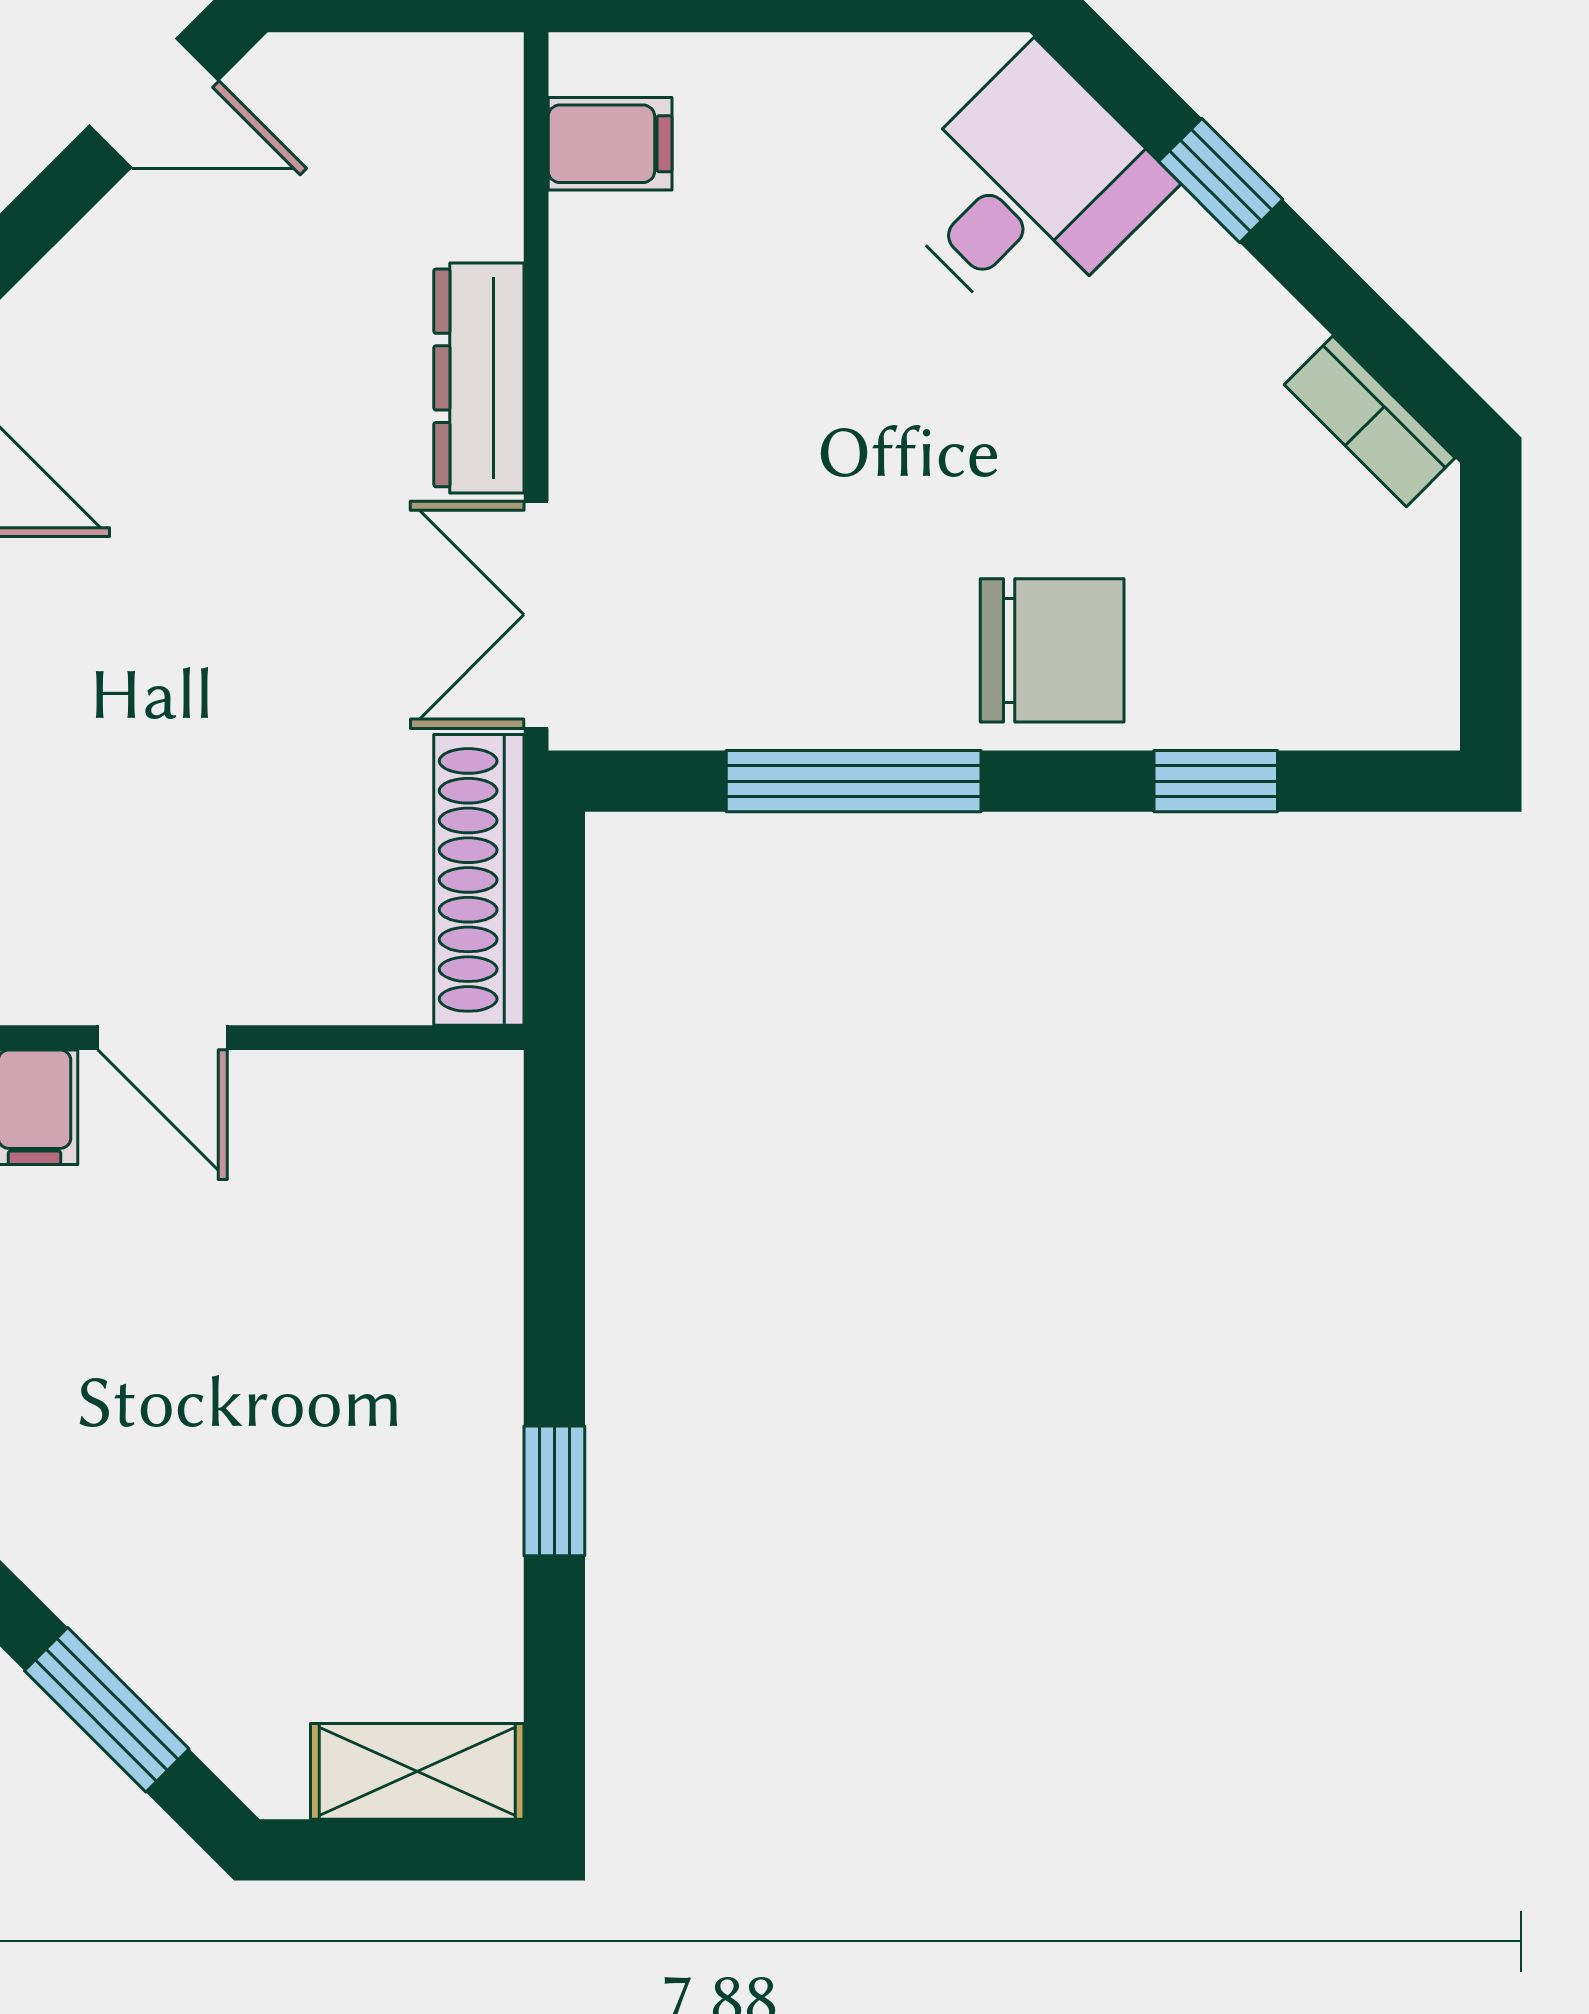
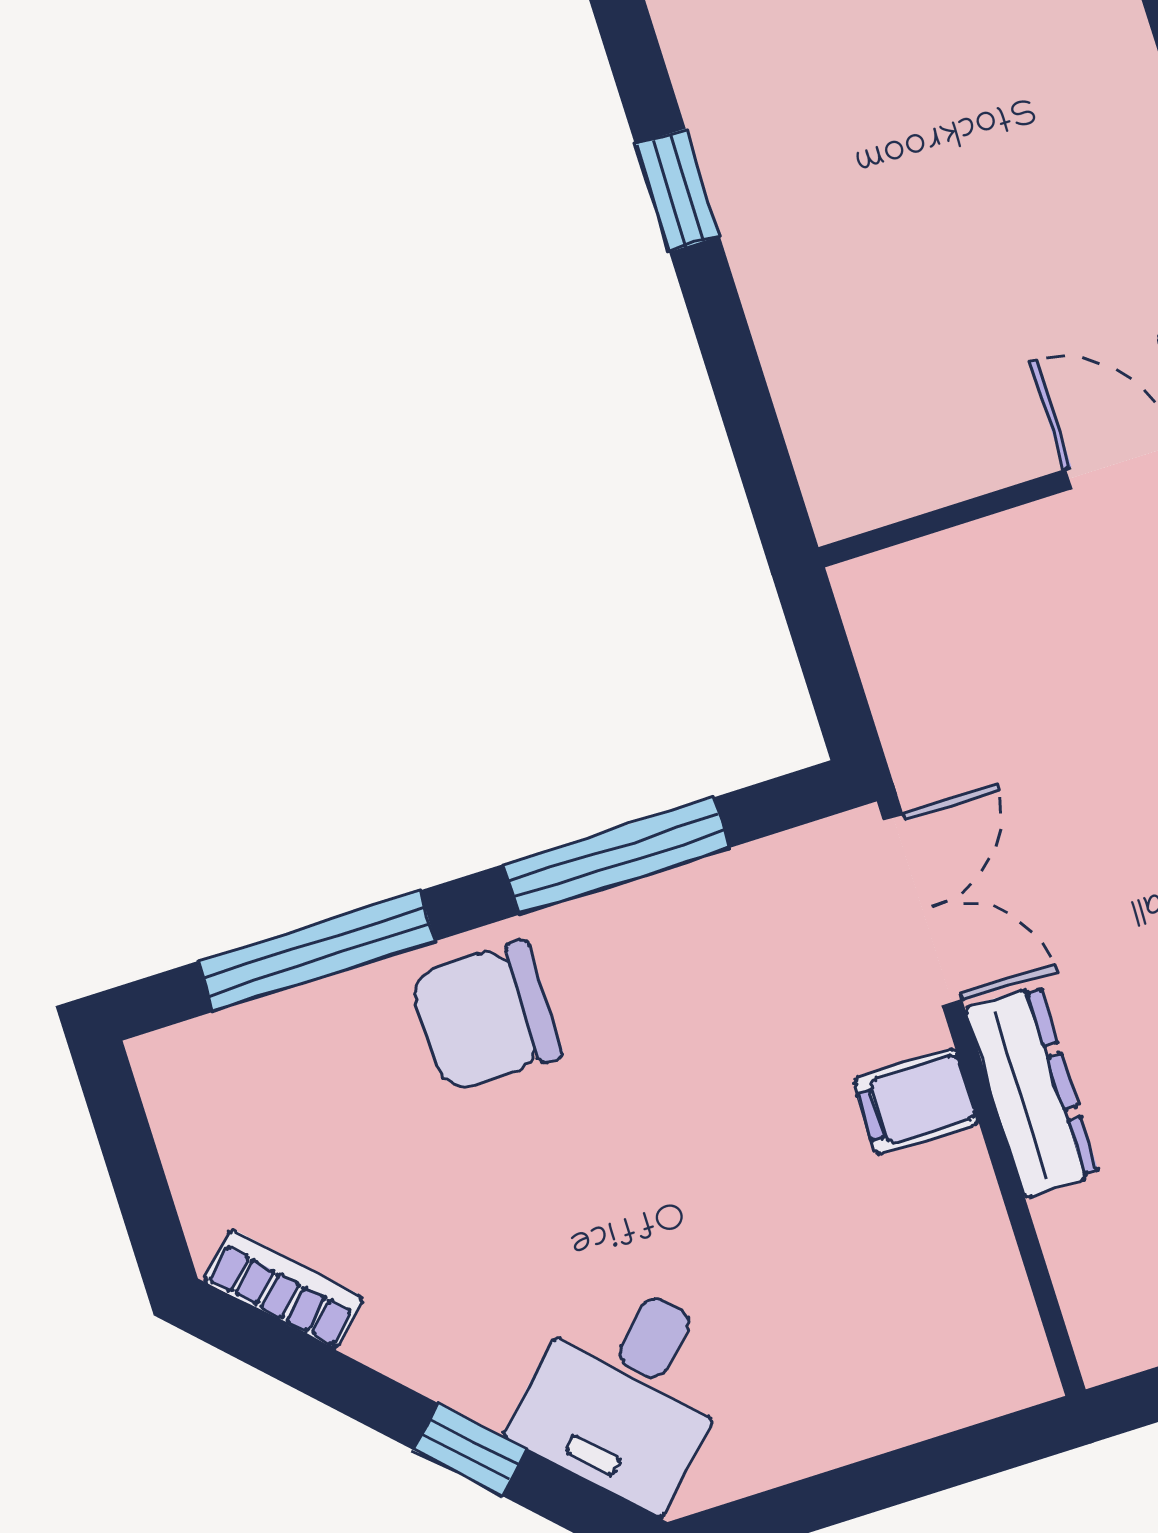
filing cabinet: (610, 144) -> (916, 1101), moved
window: (1216, 781) -> (316, 951), width x2.17
shoe rack: (479, 880) -> (900, 676), removed

